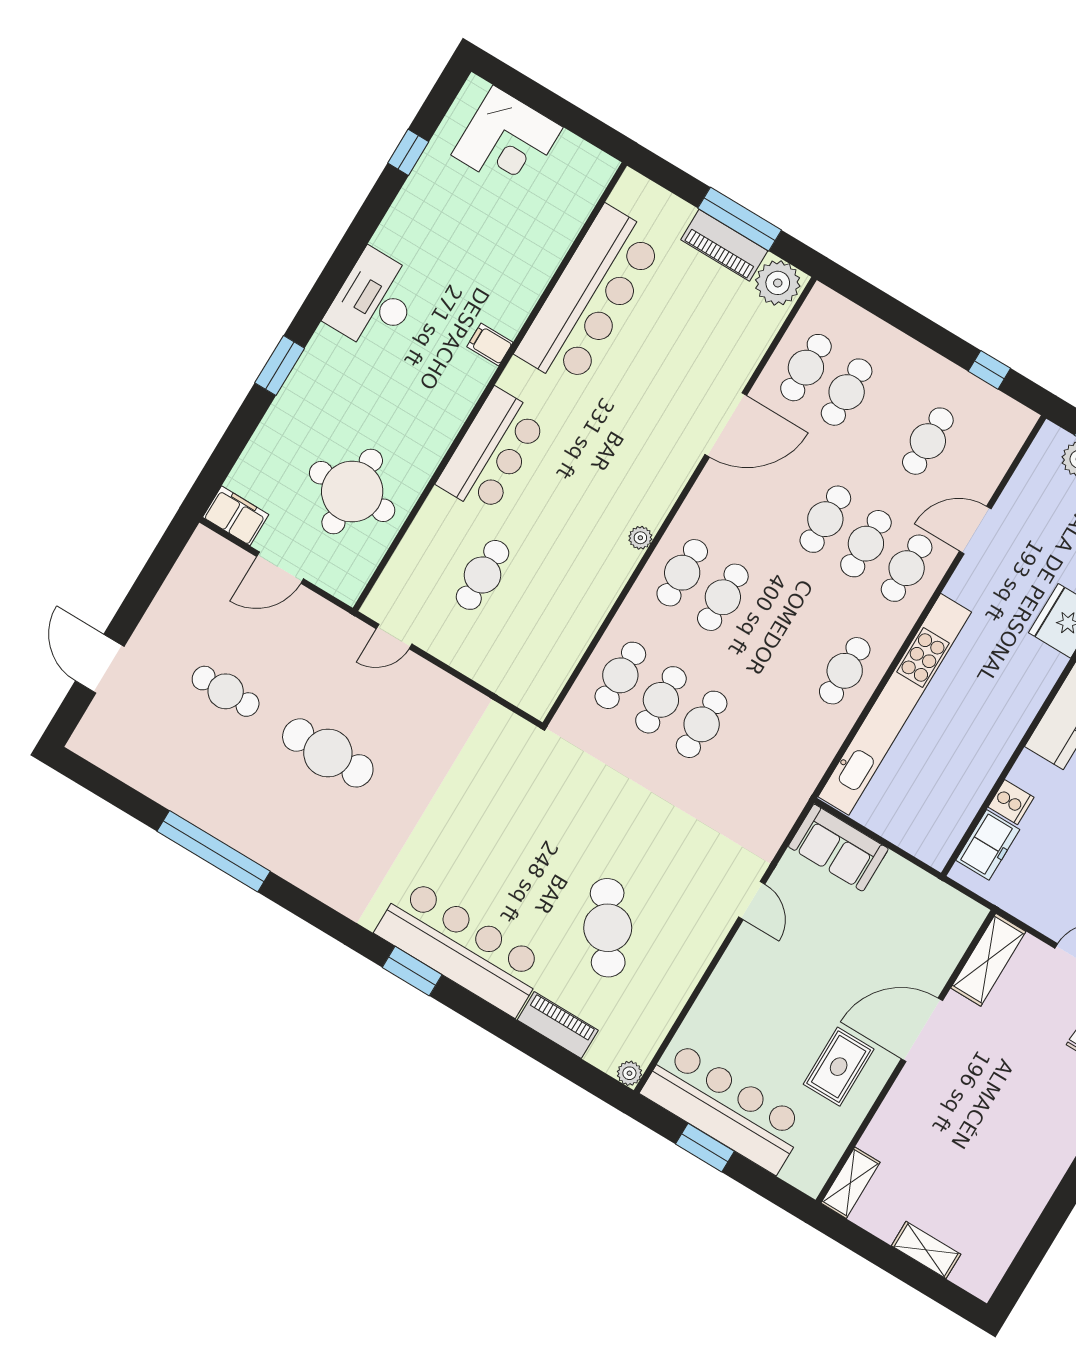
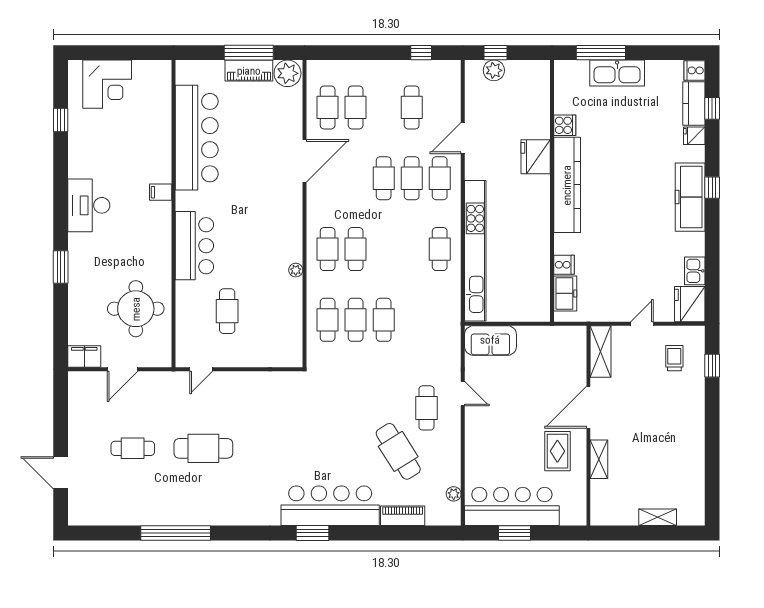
plant: (640, 538) -> (296, 270), moved
cafe table: (687, 889) -> (427, 408), added
plant: (629, 1073) -> (454, 494), moved
shelving: (851, 1183) -> (599, 459), moved

